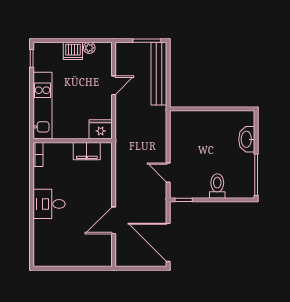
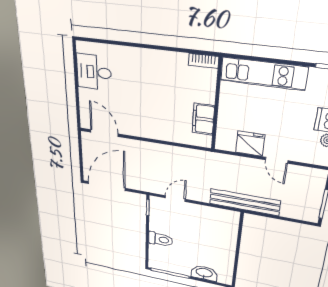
bench: (159, 74) -> (245, 202), moved
fridge: (101, 129) -> (250, 144), moved, turned -90
desk: (49, 204) -> (94, 72), moved, turned -90
door: (114, 220) -> (104, 133), moved

